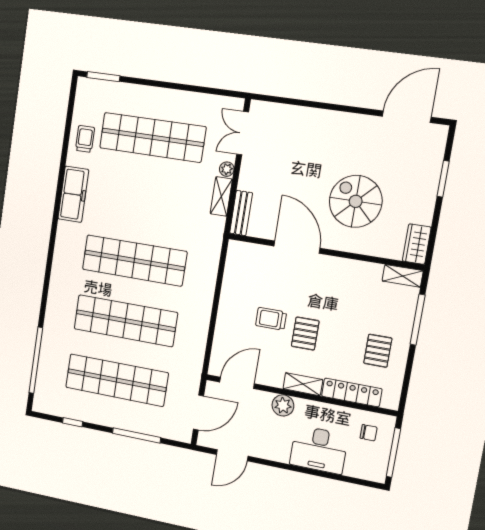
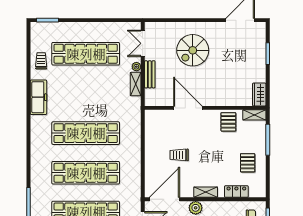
spiral stairs: (356, 201) -> (193, 50), moved, turned -90
bench: (241, 213) -> (150, 74), moved
pallet: (305, 334) -> (228, 122), moved
door: (237, 383) -> (164, 199), width x1.36
locker: (352, 392) -> (236, 191), width x0.66

